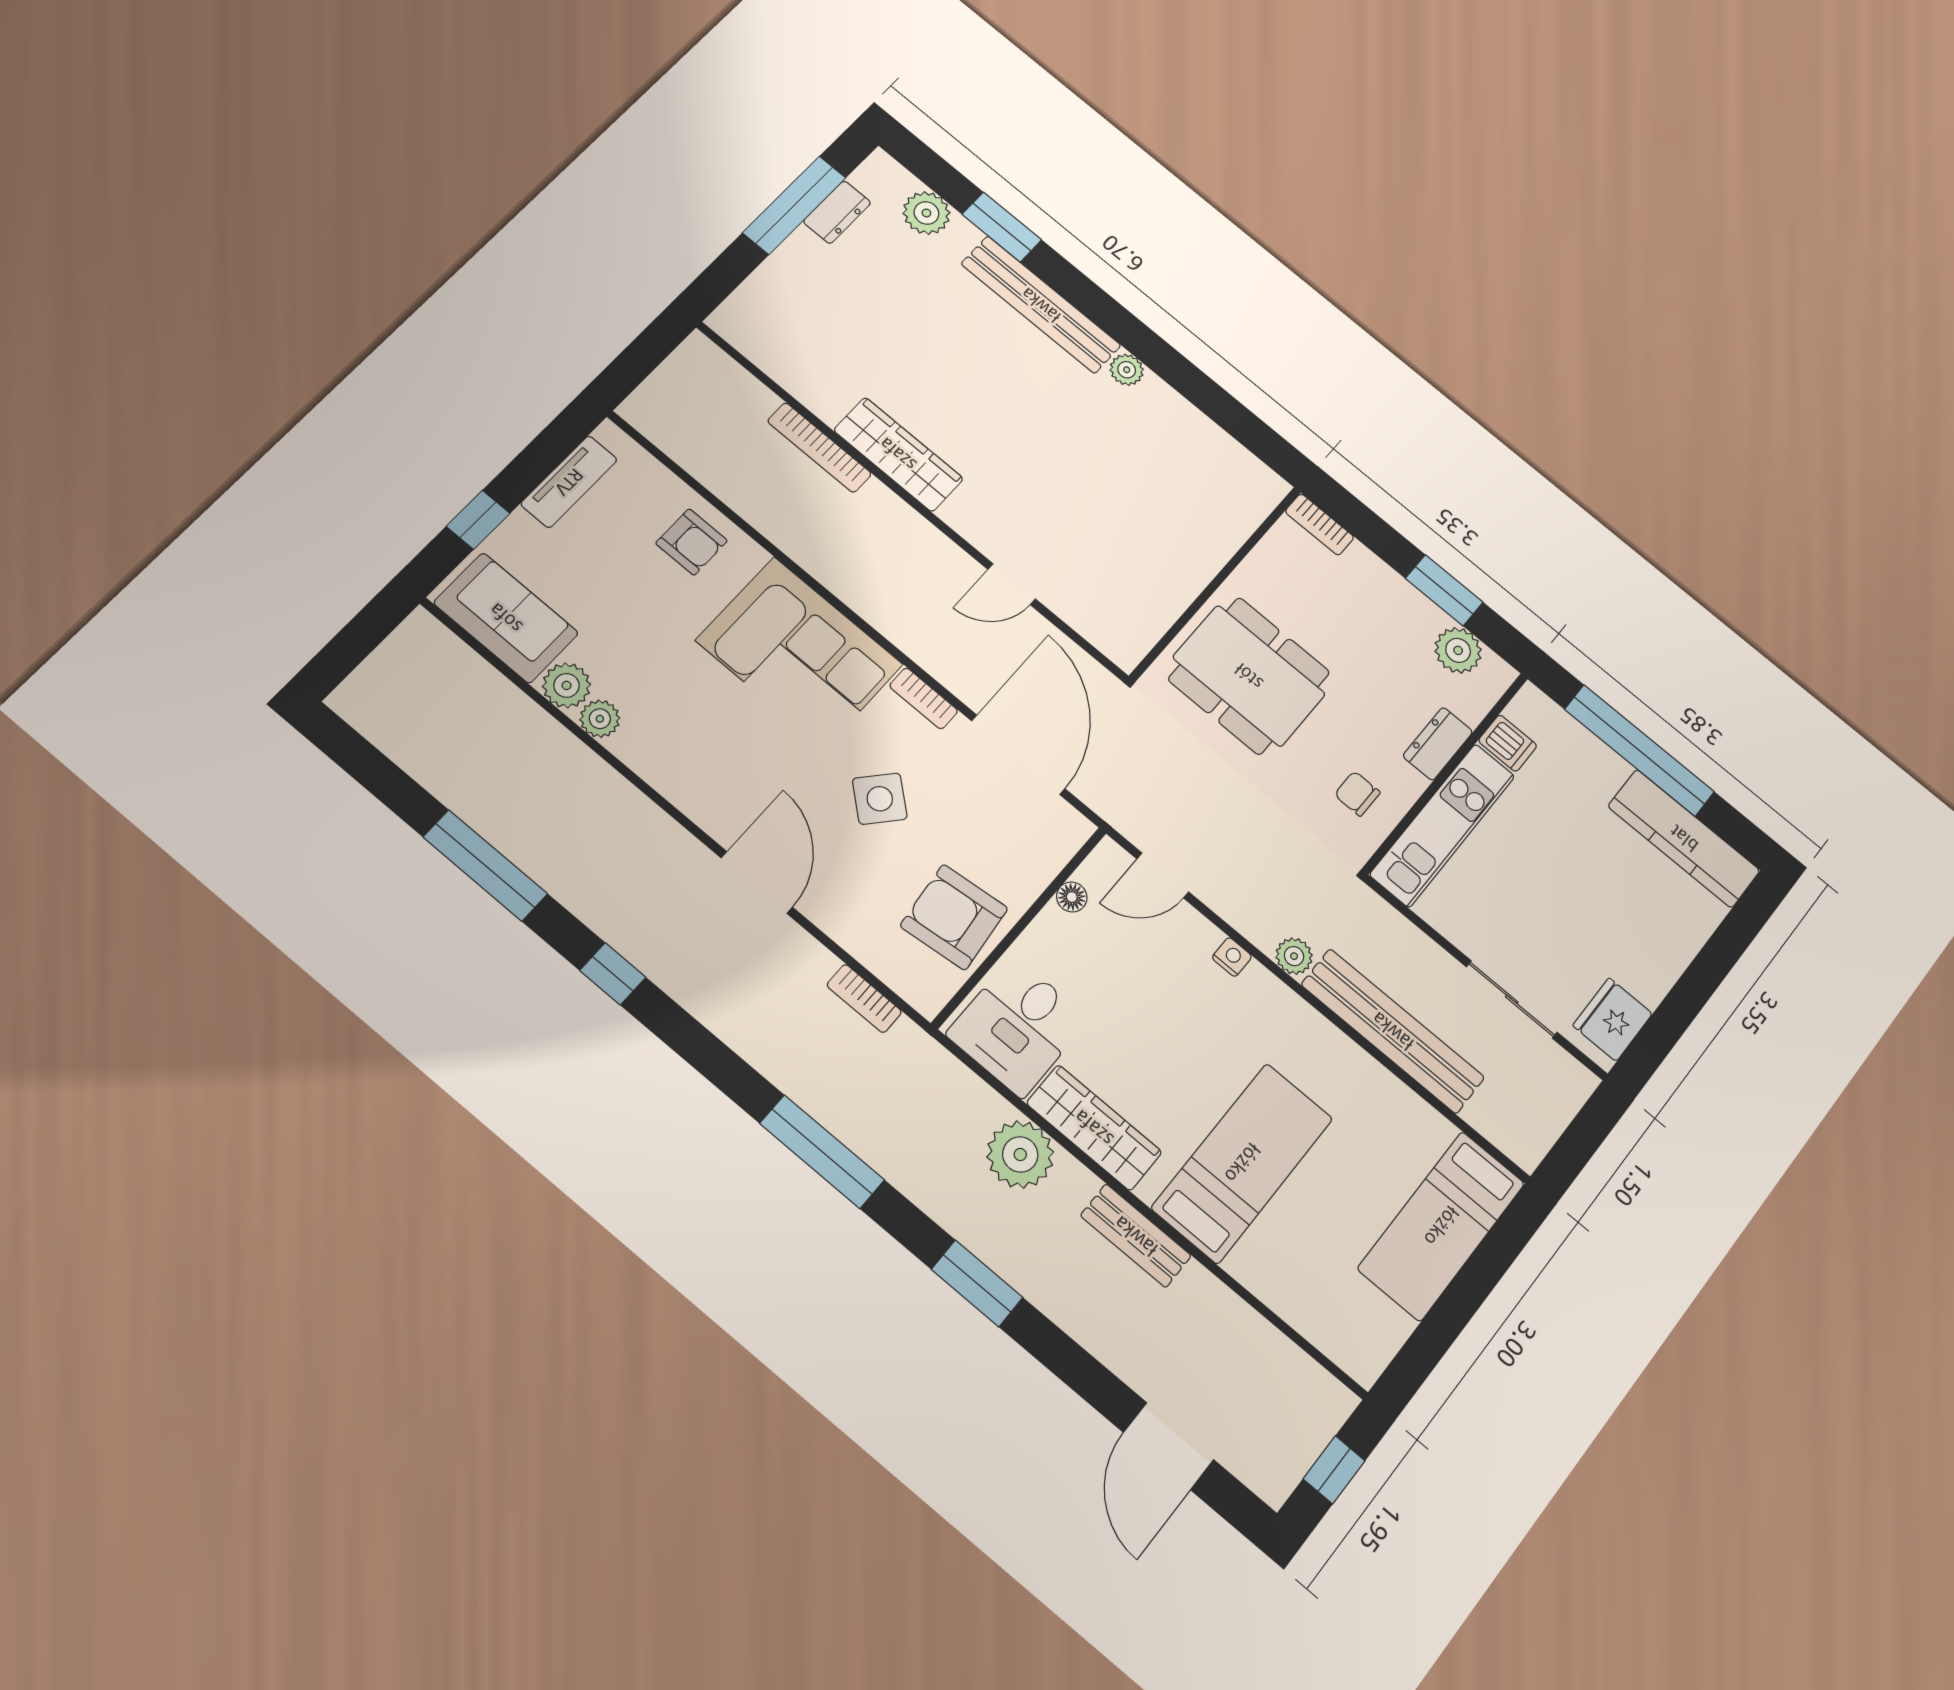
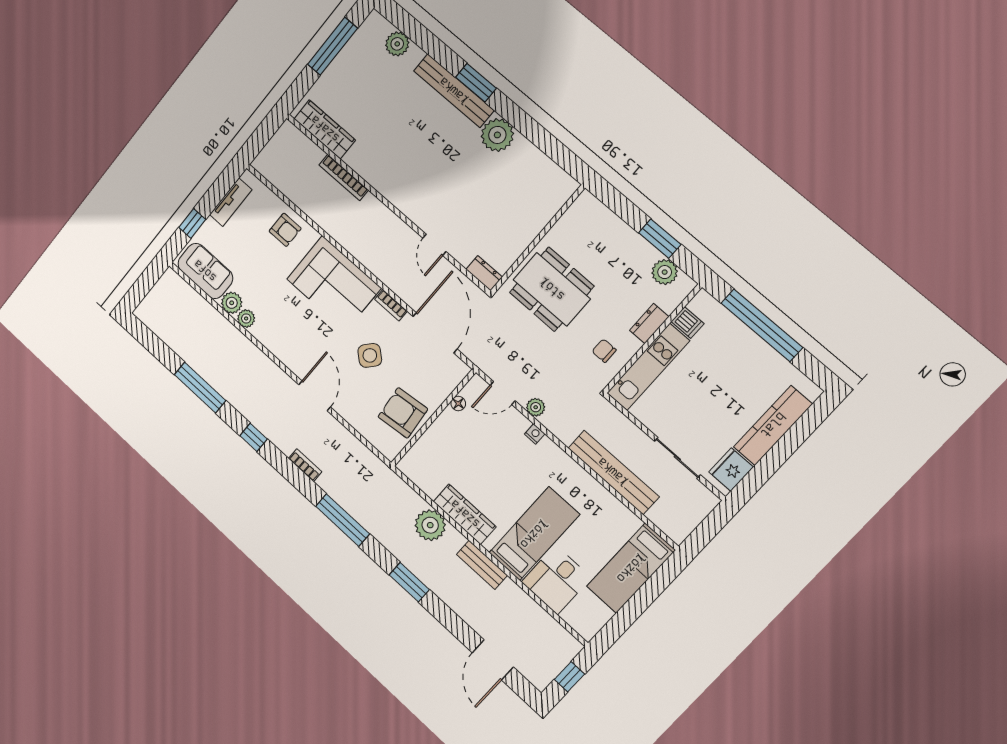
dresser: (837, 212) -> (484, 273), moved, turned -90
window: (1002, 227) -> (476, 83), moved
plant: (1127, 370) -> (497, 135), width x1.87, depth x1.87
wardrobe: (898, 454) -> (325, 129), moved
bookcase: (1320, 524) -> (594, 205), removed
door: (1012, 584) -> (434, 245), hinge flipped
kitchen counter: (1684, 838) -> (773, 425), moved, turned 90
plant: (1294, 956) -> (536, 407), moved
bookcase: (864, 998) -> (305, 465), moved, turned 180
desk: (1018, 1027) -> (556, 580), moved

